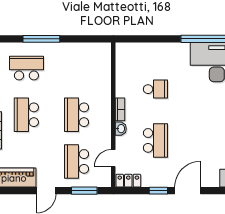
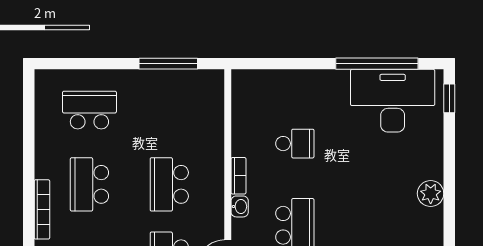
window: (41, 39) -> (168, 64), moved

